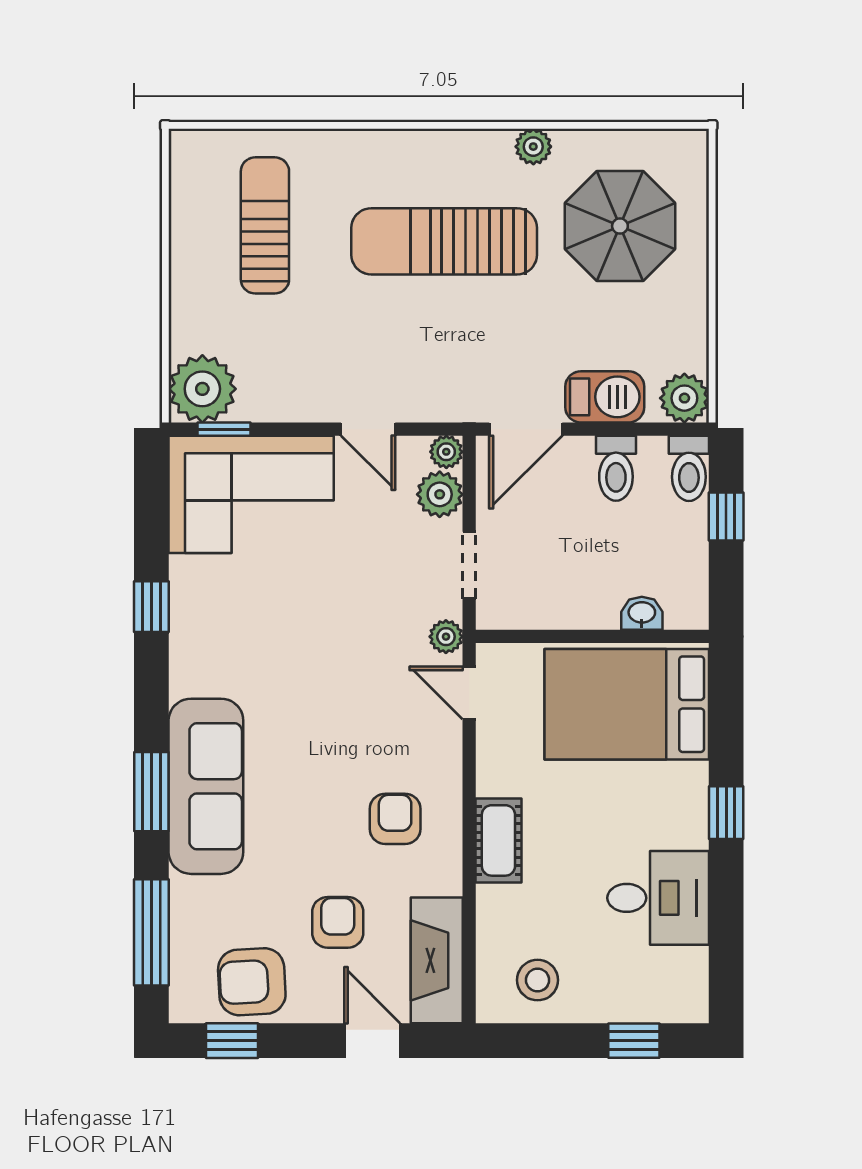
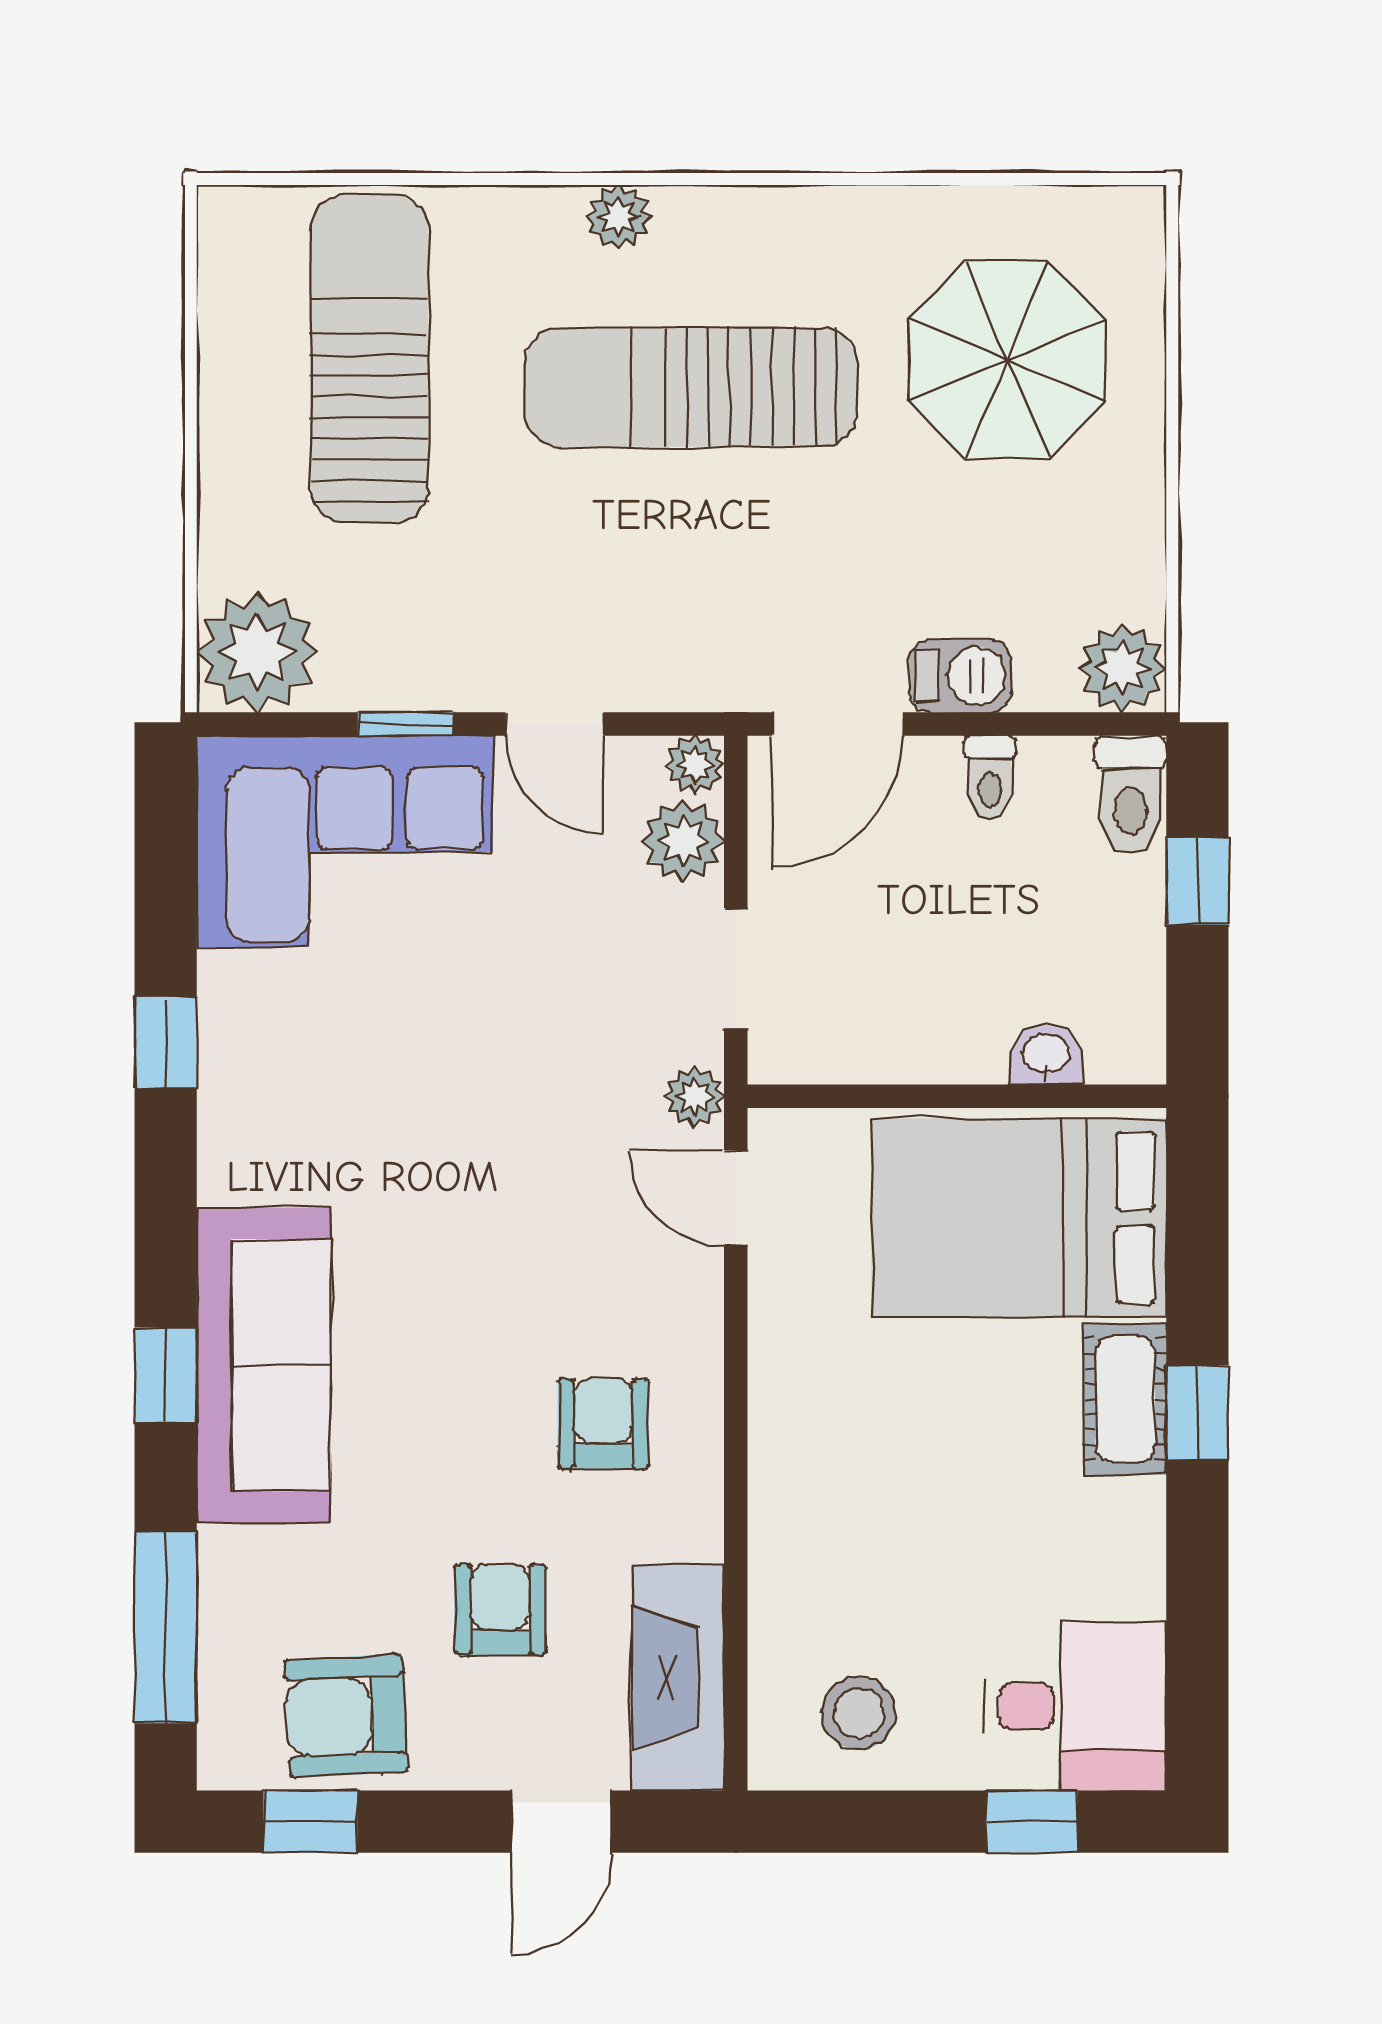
plant: (533, 147) -> (618, 217), moved
sun lounger: (265, 225) -> (369, 358), width x1.36, depth x1.34
barbecue: (605, 397) -> (960, 676), width x0.73, depth x0.79
window: (224, 429) -> (405, 724), moved
toilet: (616, 468) -> (990, 778), width x0.73, depth x0.72
window: (151, 792) -> (166, 1375), width x0.67
cot: (498, 840) -> (1125, 1399), moved
desk: (658, 898) -> (1075, 1706), moved
door: (372, 1041) -> (562, 1822), swing flipped

